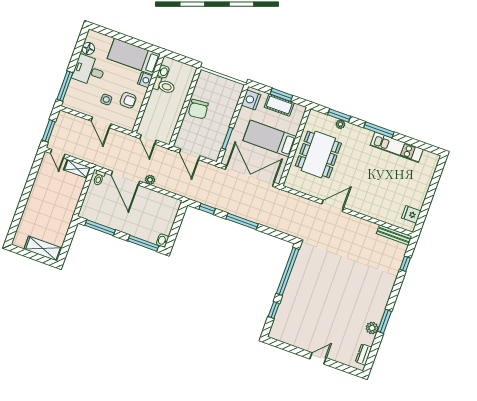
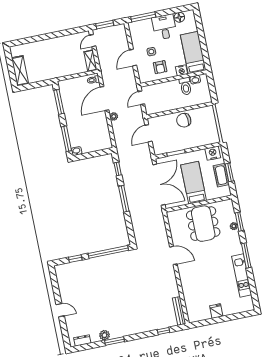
dining table: (318, 154) -> (203, 224), turned 90
fridge: (411, 214) -> (216, 311), moved

